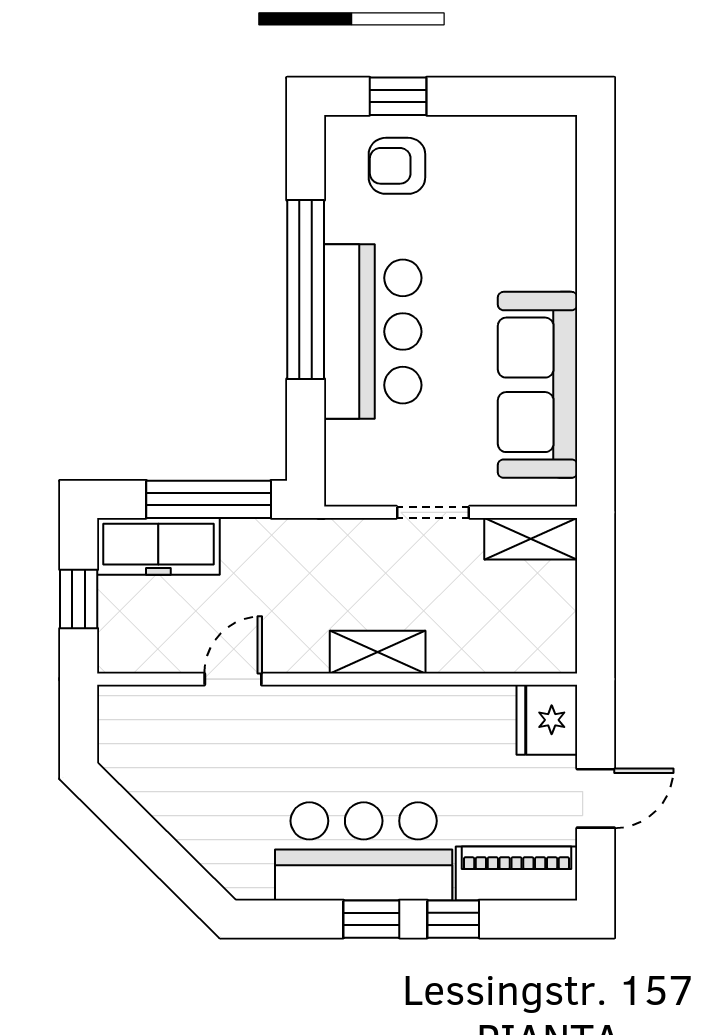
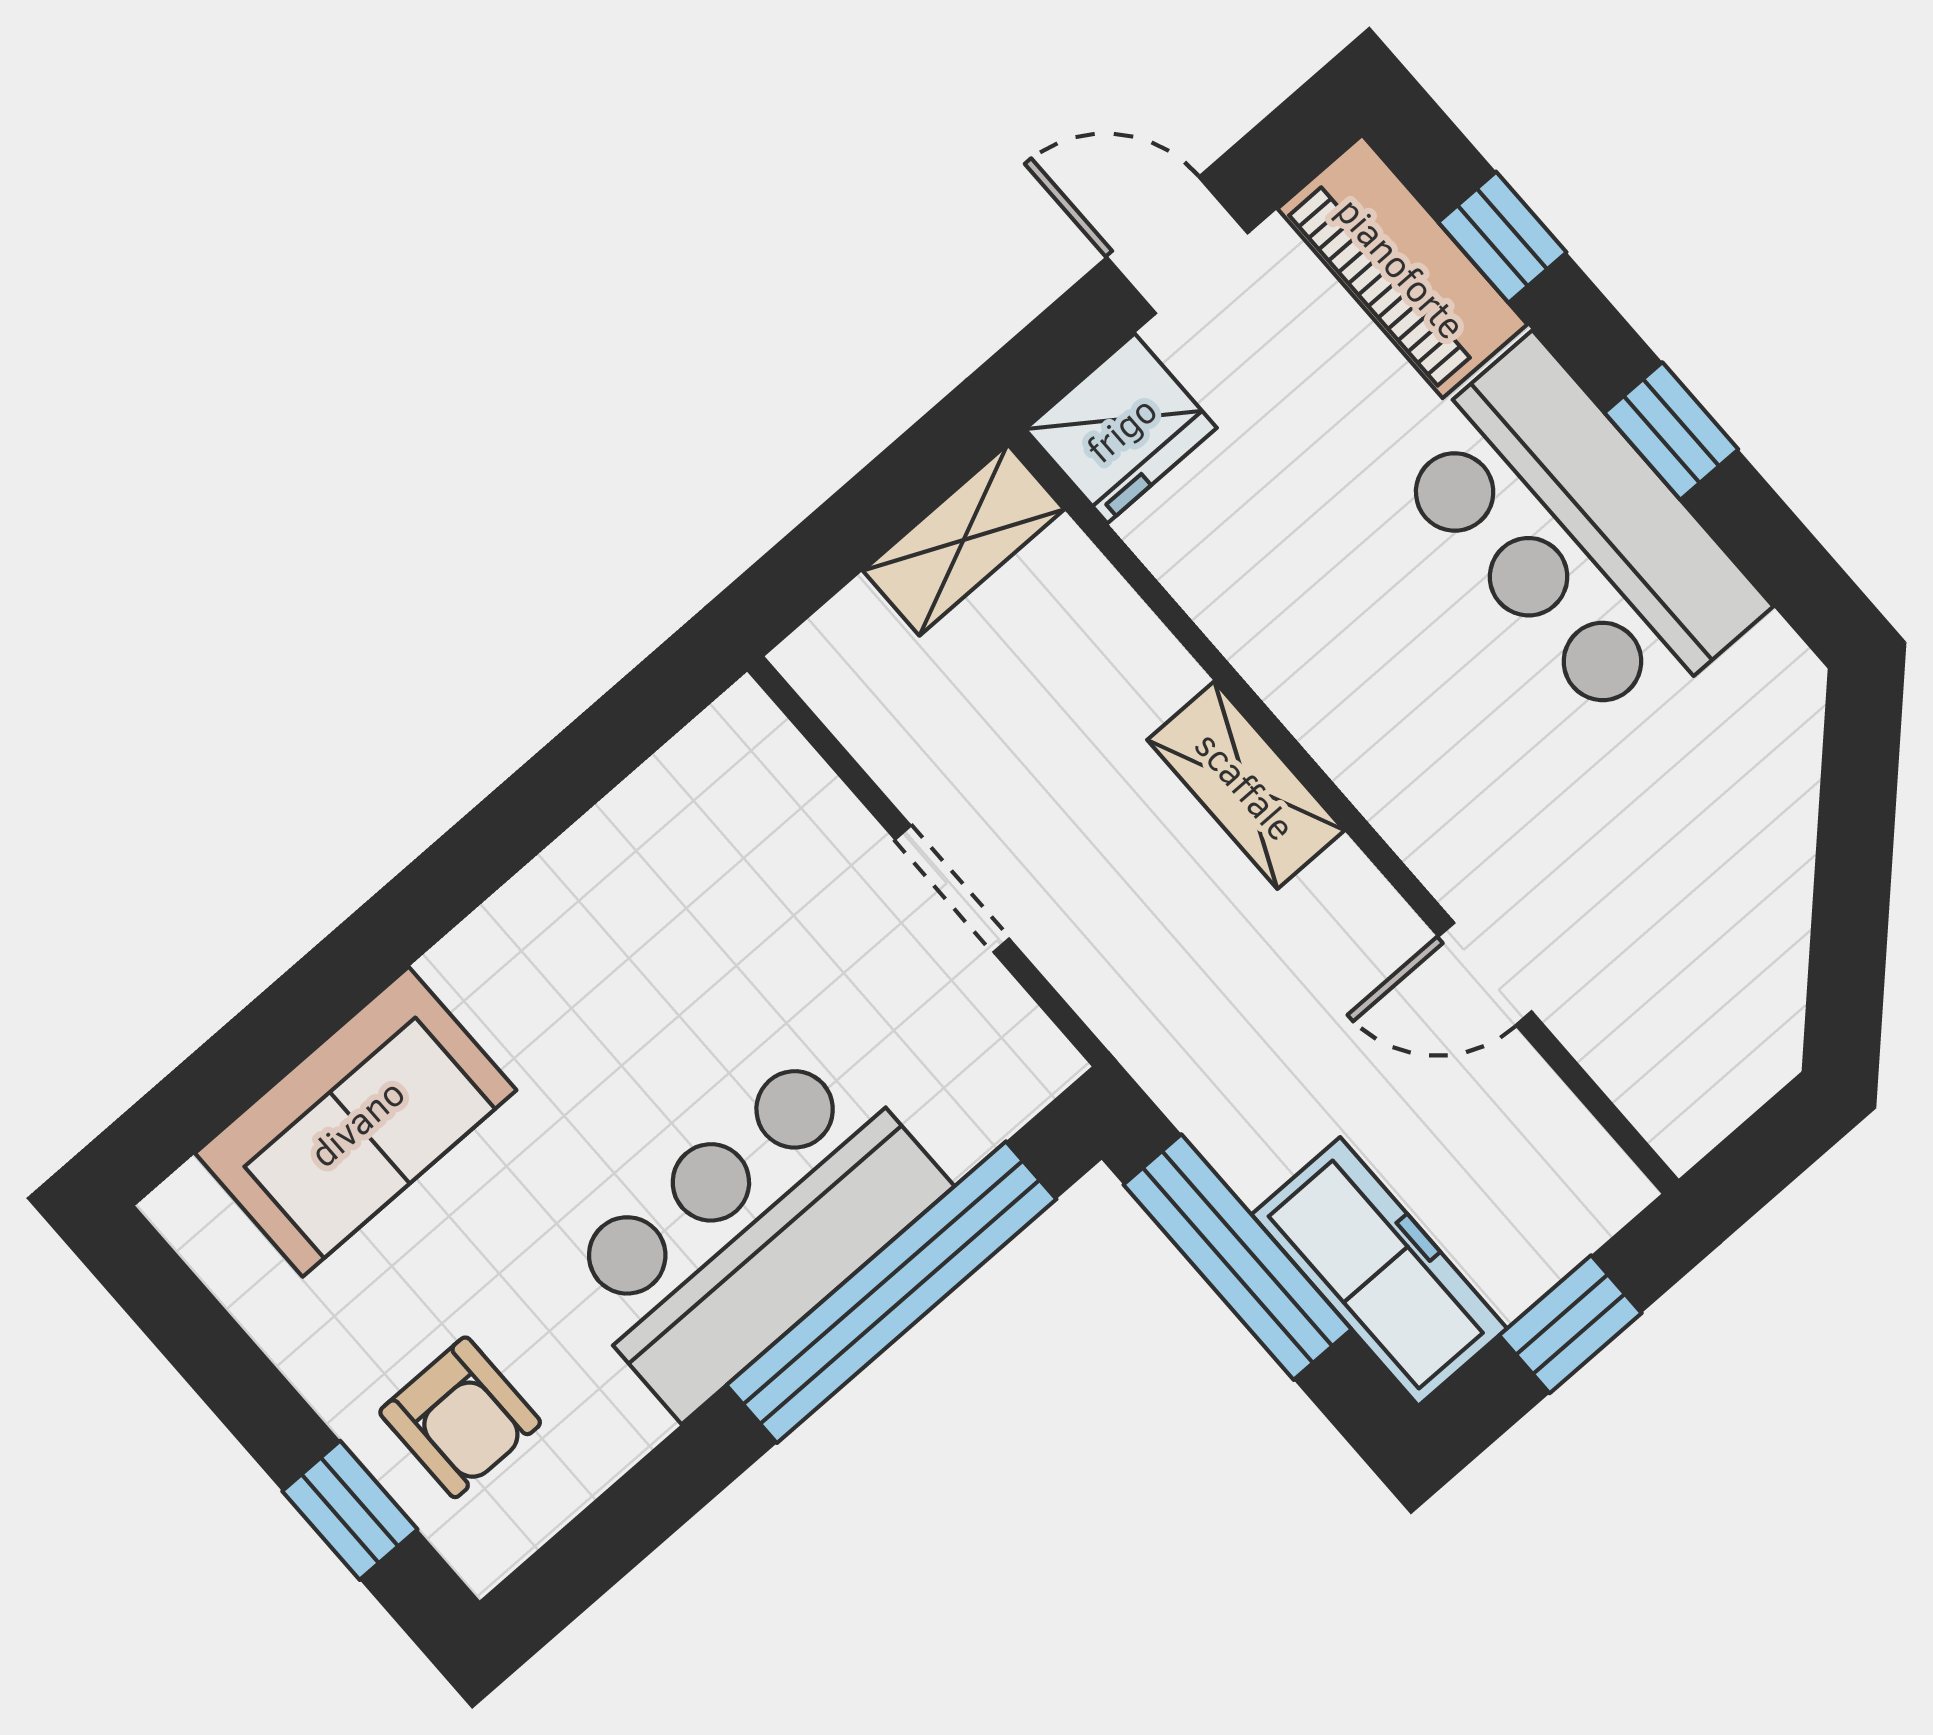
window: (306, 290) -> (891, 1292), moved
sofa: (538, 385) -> (356, 1122), moved, width x0.73
shelving: (531, 539) -> (964, 540), moved, turned 90
window: (453, 919) -> (1502, 237), moved

